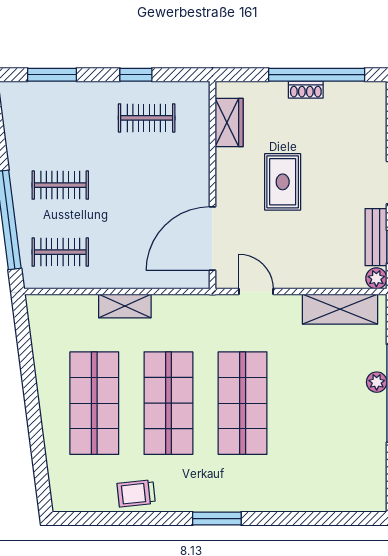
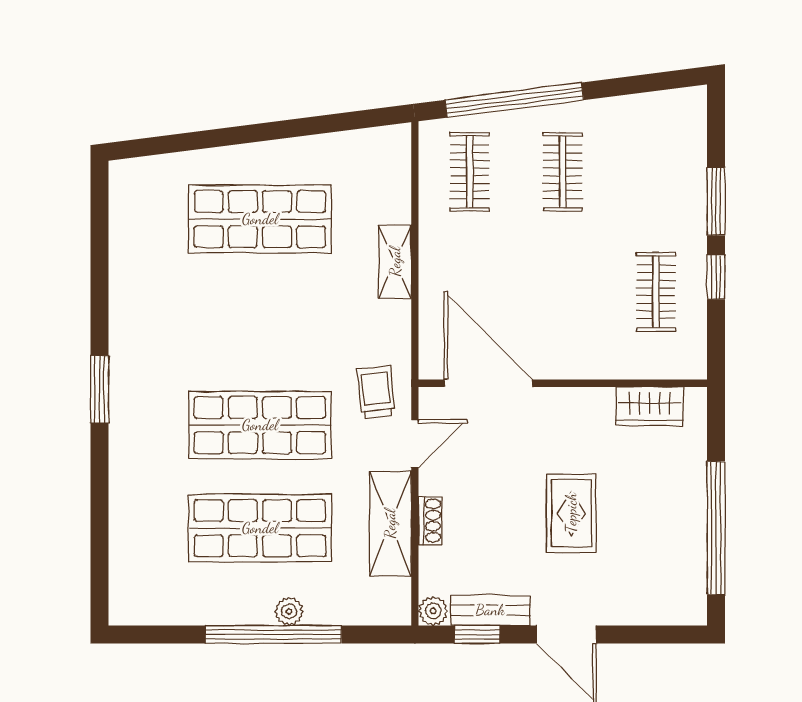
window: (52, 75) -> (716, 201), moved
shoe rack: (306, 90) -> (430, 521), moved, turned 180
rug: (283, 182) -> (571, 513), moved, turned 90
shelving: (340, 309) -> (390, 524), moved
shop shelf: (168, 403) -> (260, 528), moved
trolley: (136, 493) -> (376, 392), moved

